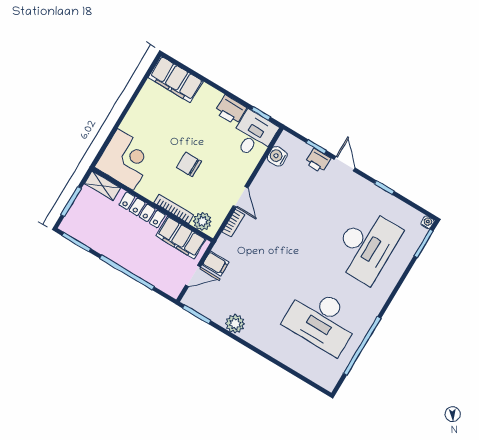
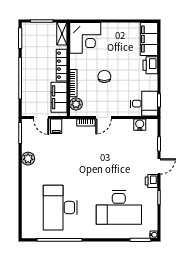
printer: (231, 110) -> (150, 65), moved
printer: (318, 161) -> (151, 181), moved

